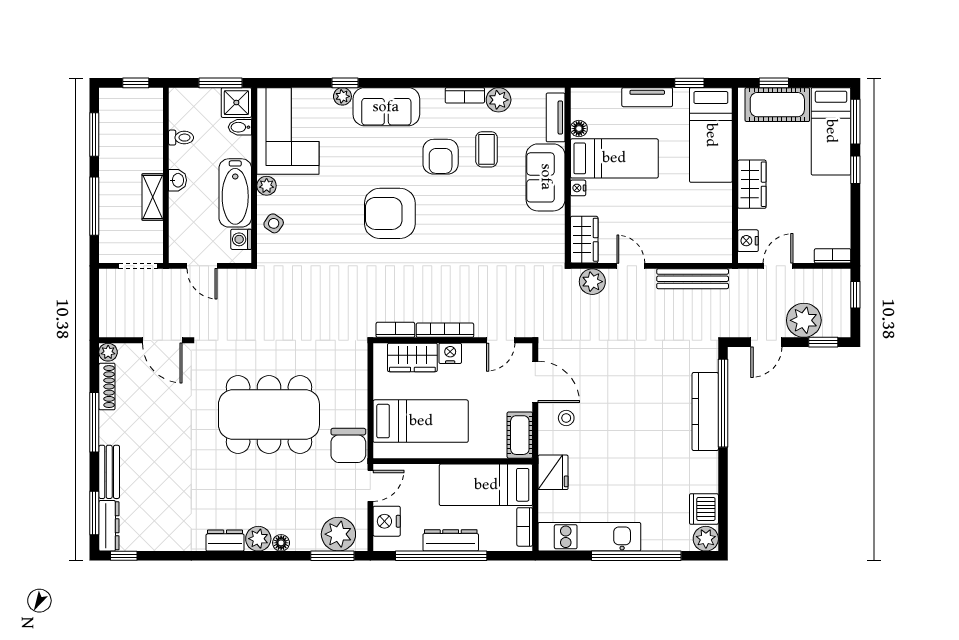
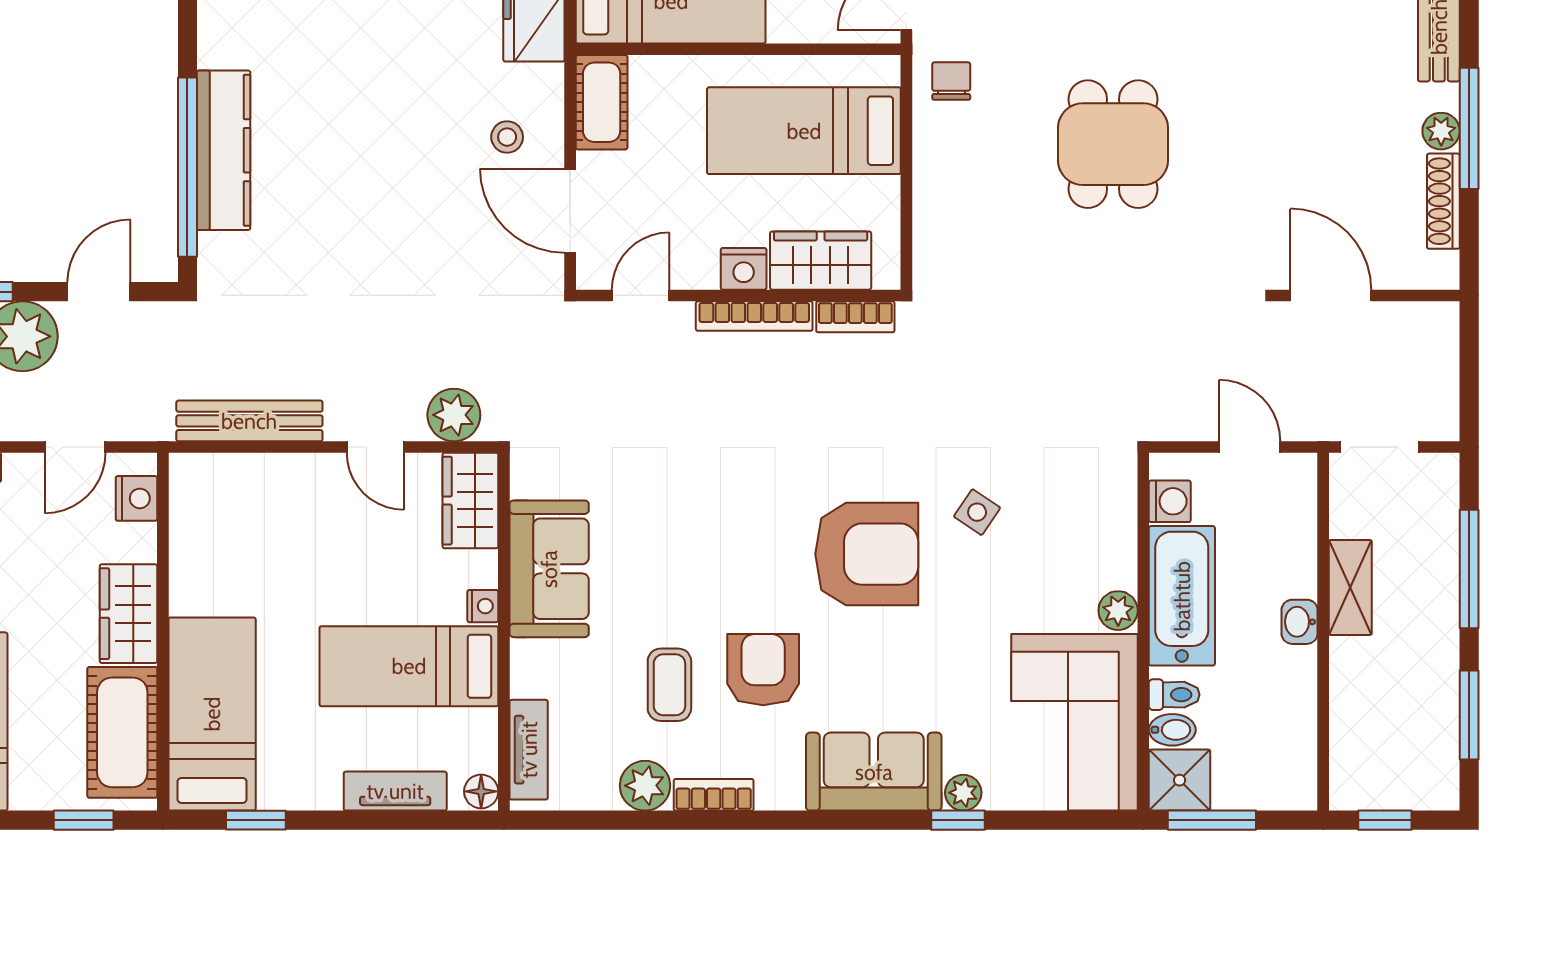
tv unit: (647, 97) -> (395, 791), moved
cot: (777, 105) -> (122, 732), moved, turned 90
floor lamp: (579, 129) -> (481, 791), moved
toilet: (181, 138) -> (1174, 695), moved, turned 180
sofa: (546, 177) -> (549, 569), moved
side table: (274, 223) -> (977, 512), moved
plant: (108, 352) -> (1441, 131), moved
dining table: (269, 415) -> (1113, 144), width x0.53, depth x0.80
chair: (348, 445) -> (951, 81), width x0.54, depth x0.54

